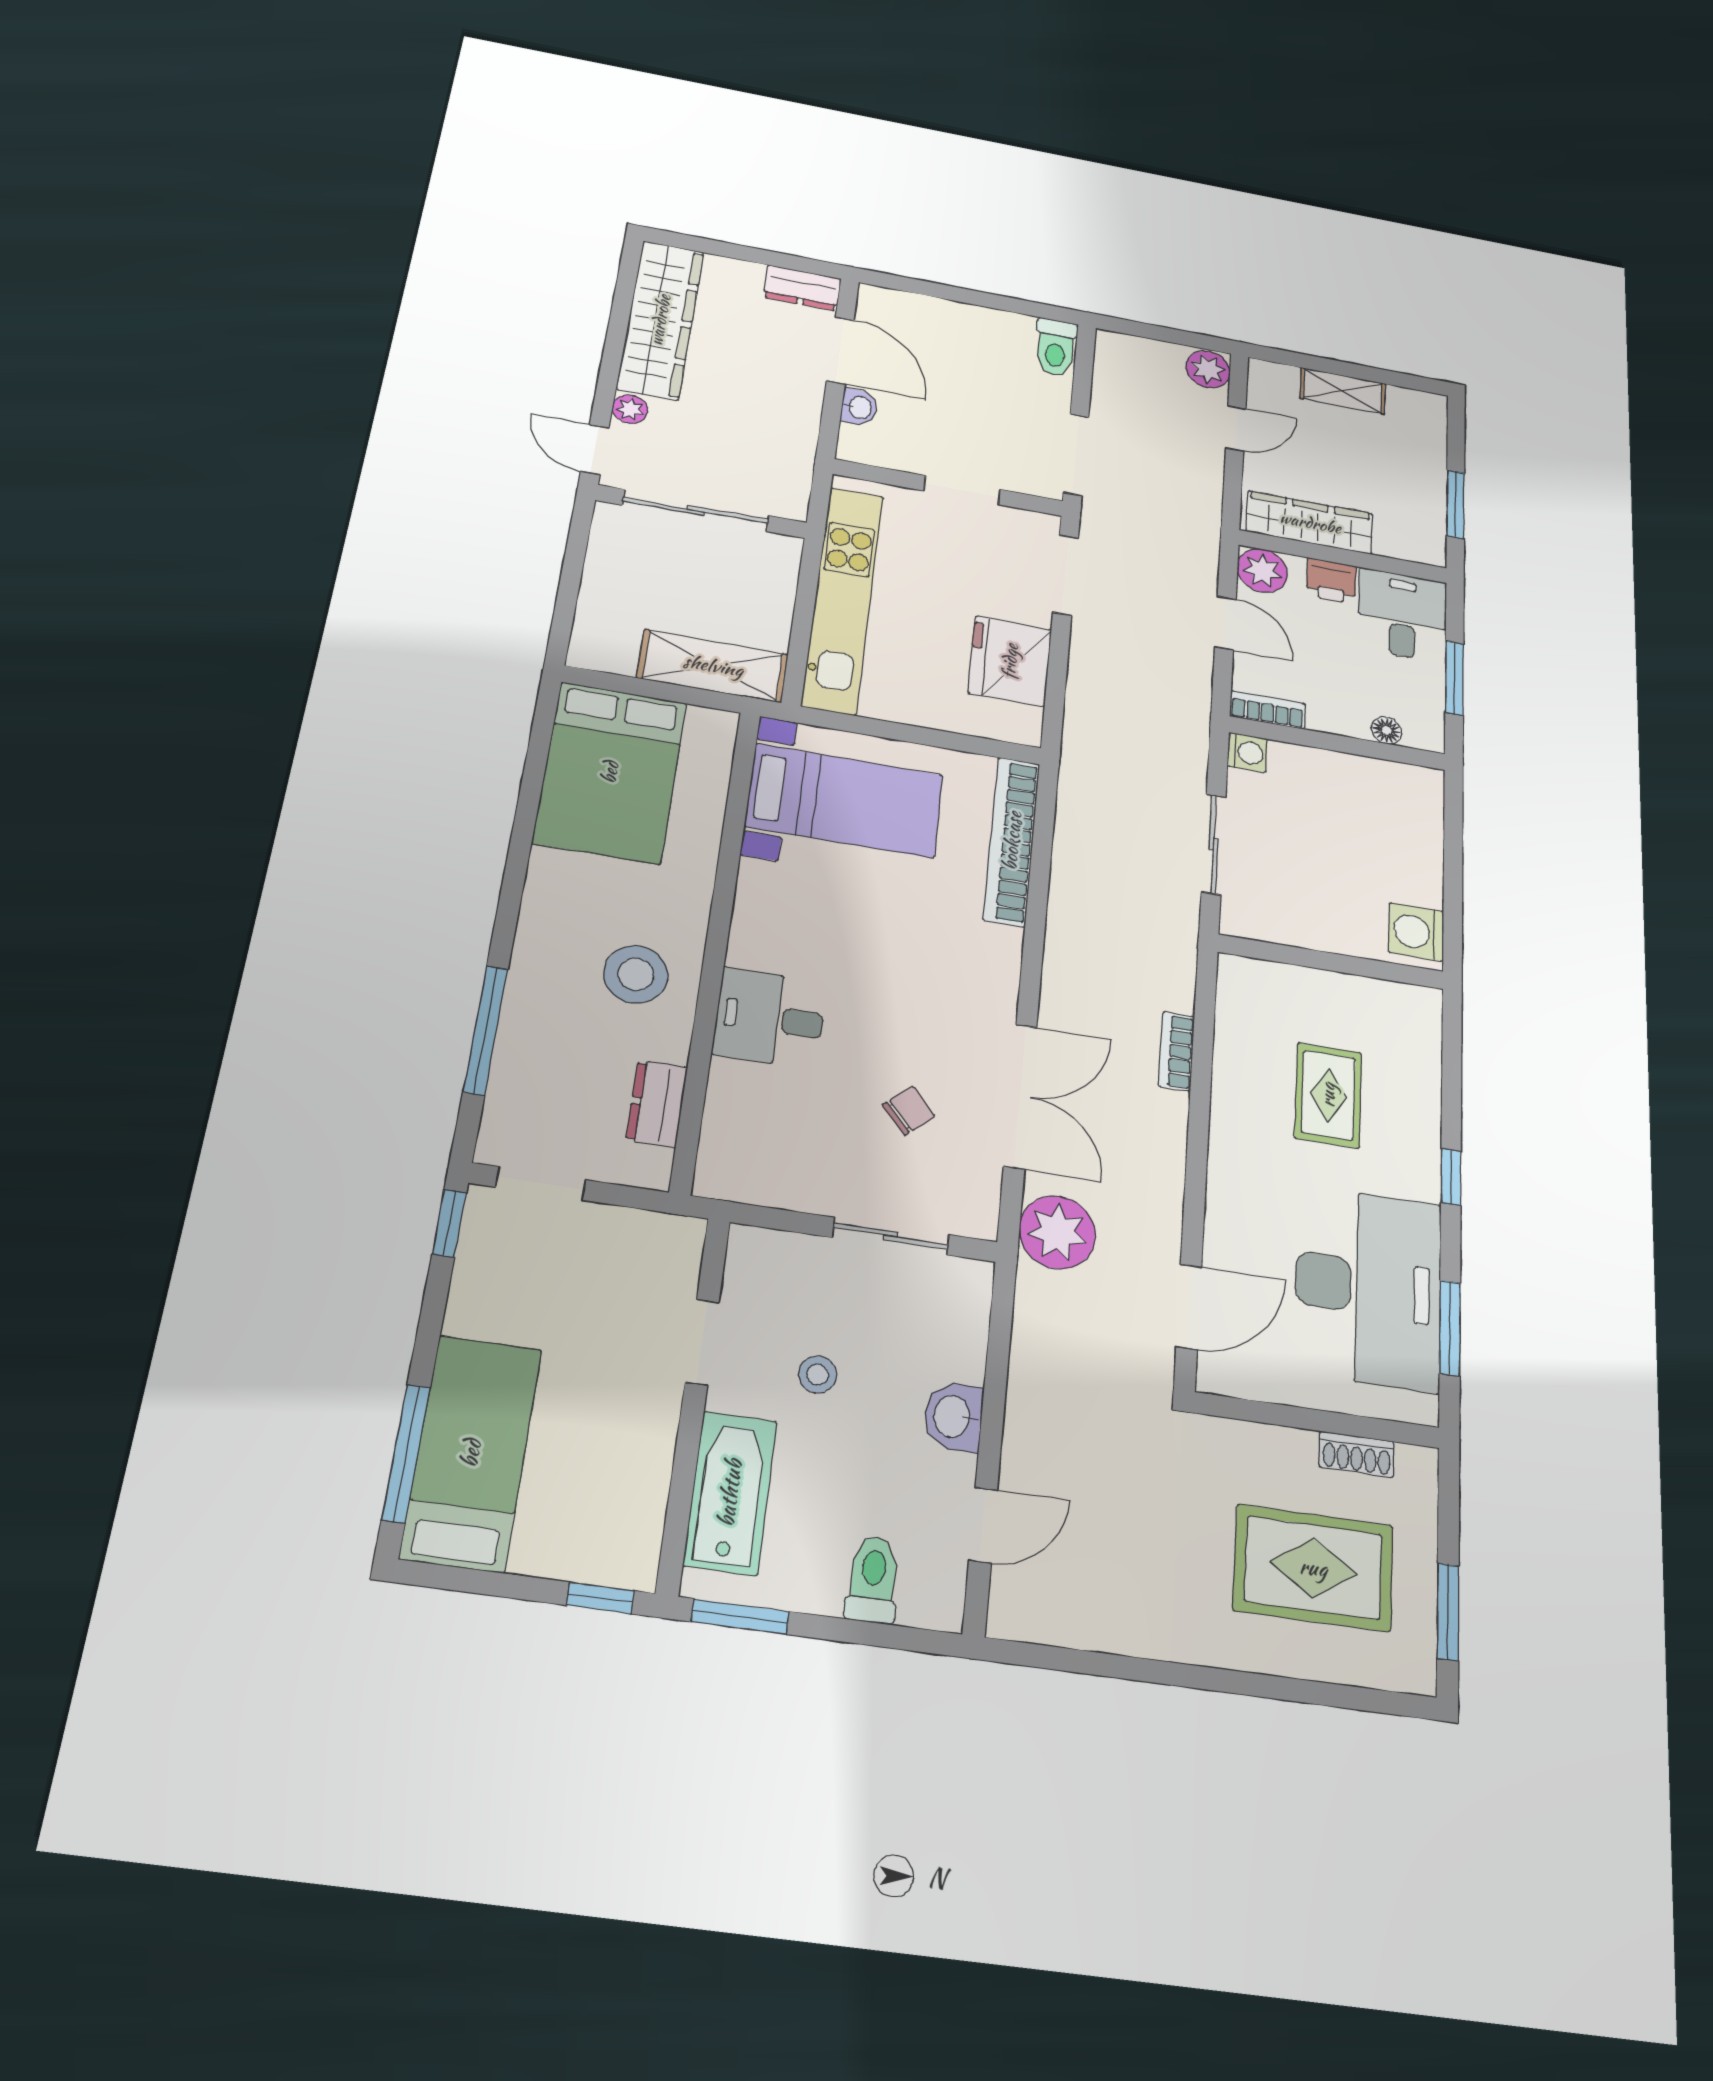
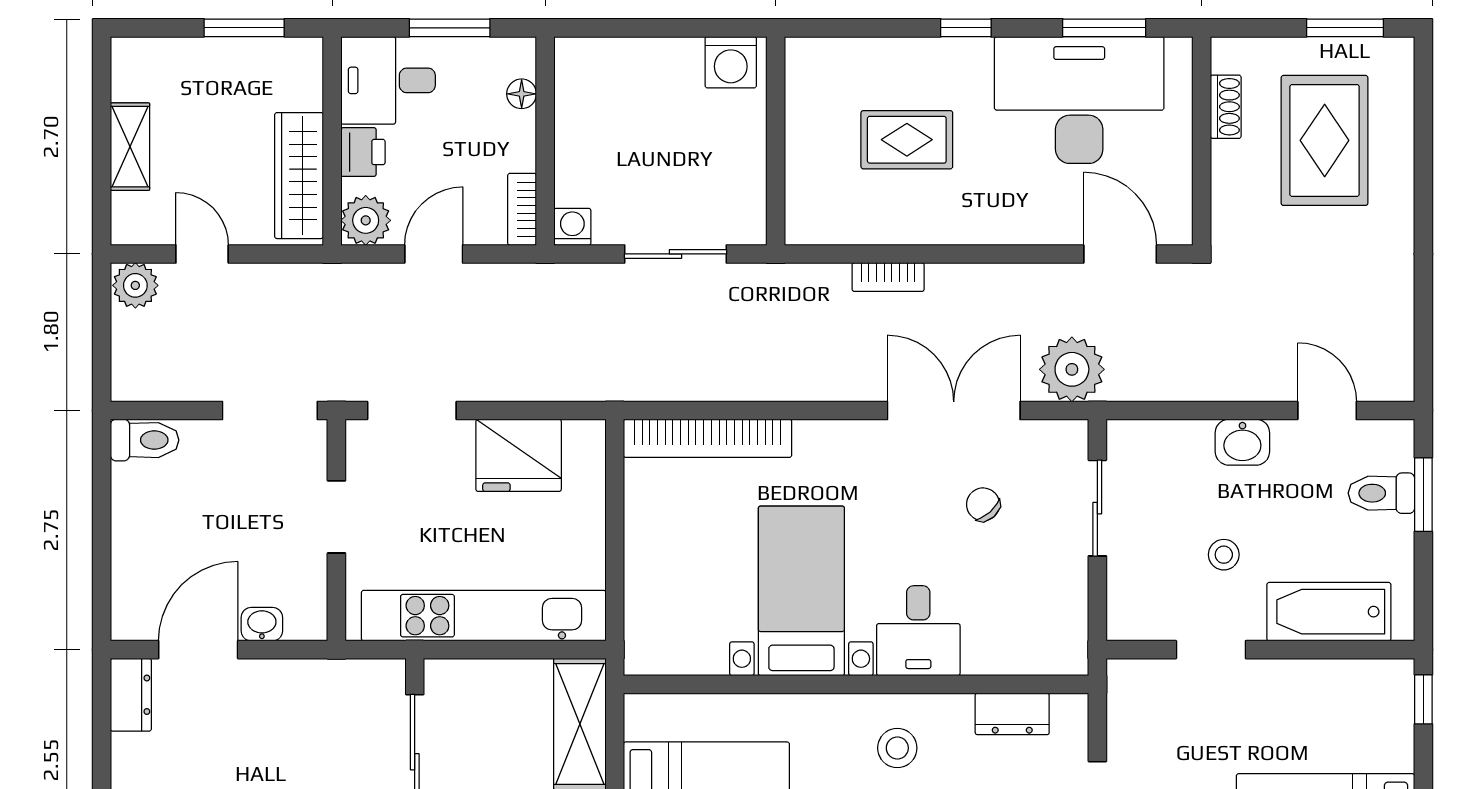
bed with nightstands: (845, 801) -> (801, 591), moved
stool: (636, 974) -> (897, 748), width x0.73, depth x0.73
window: (740, 1617) -> (1423, 495), moved

